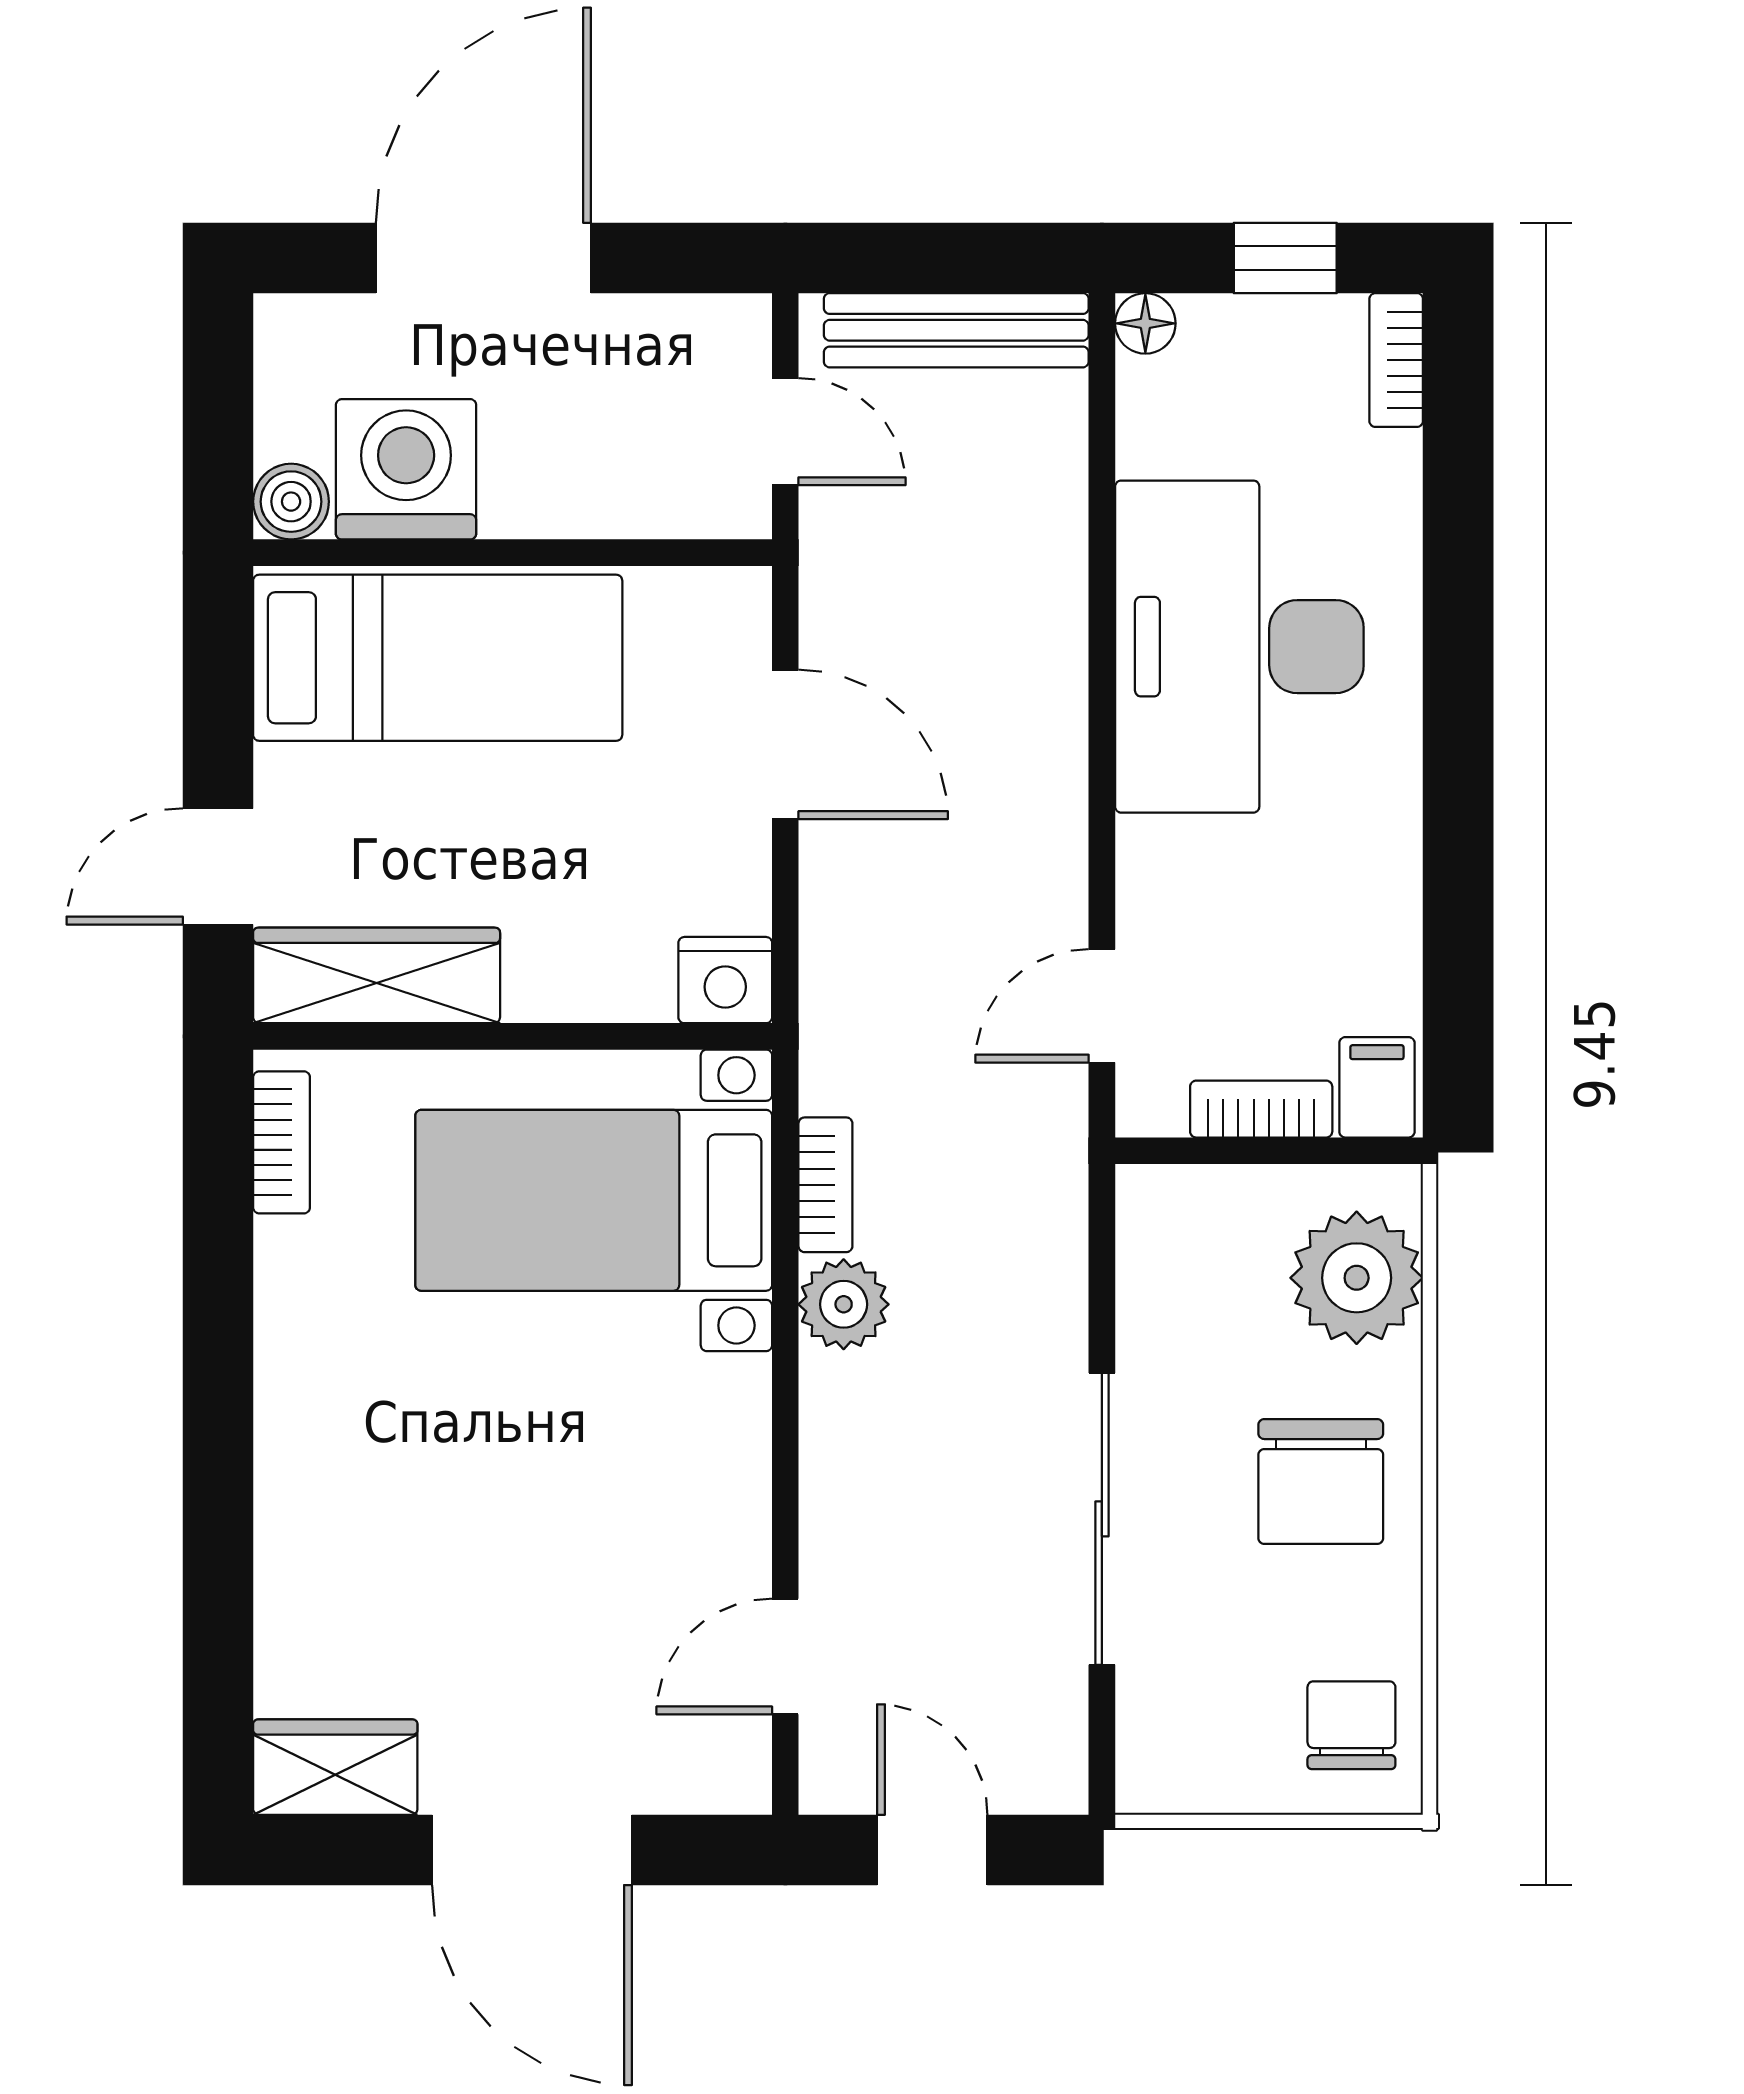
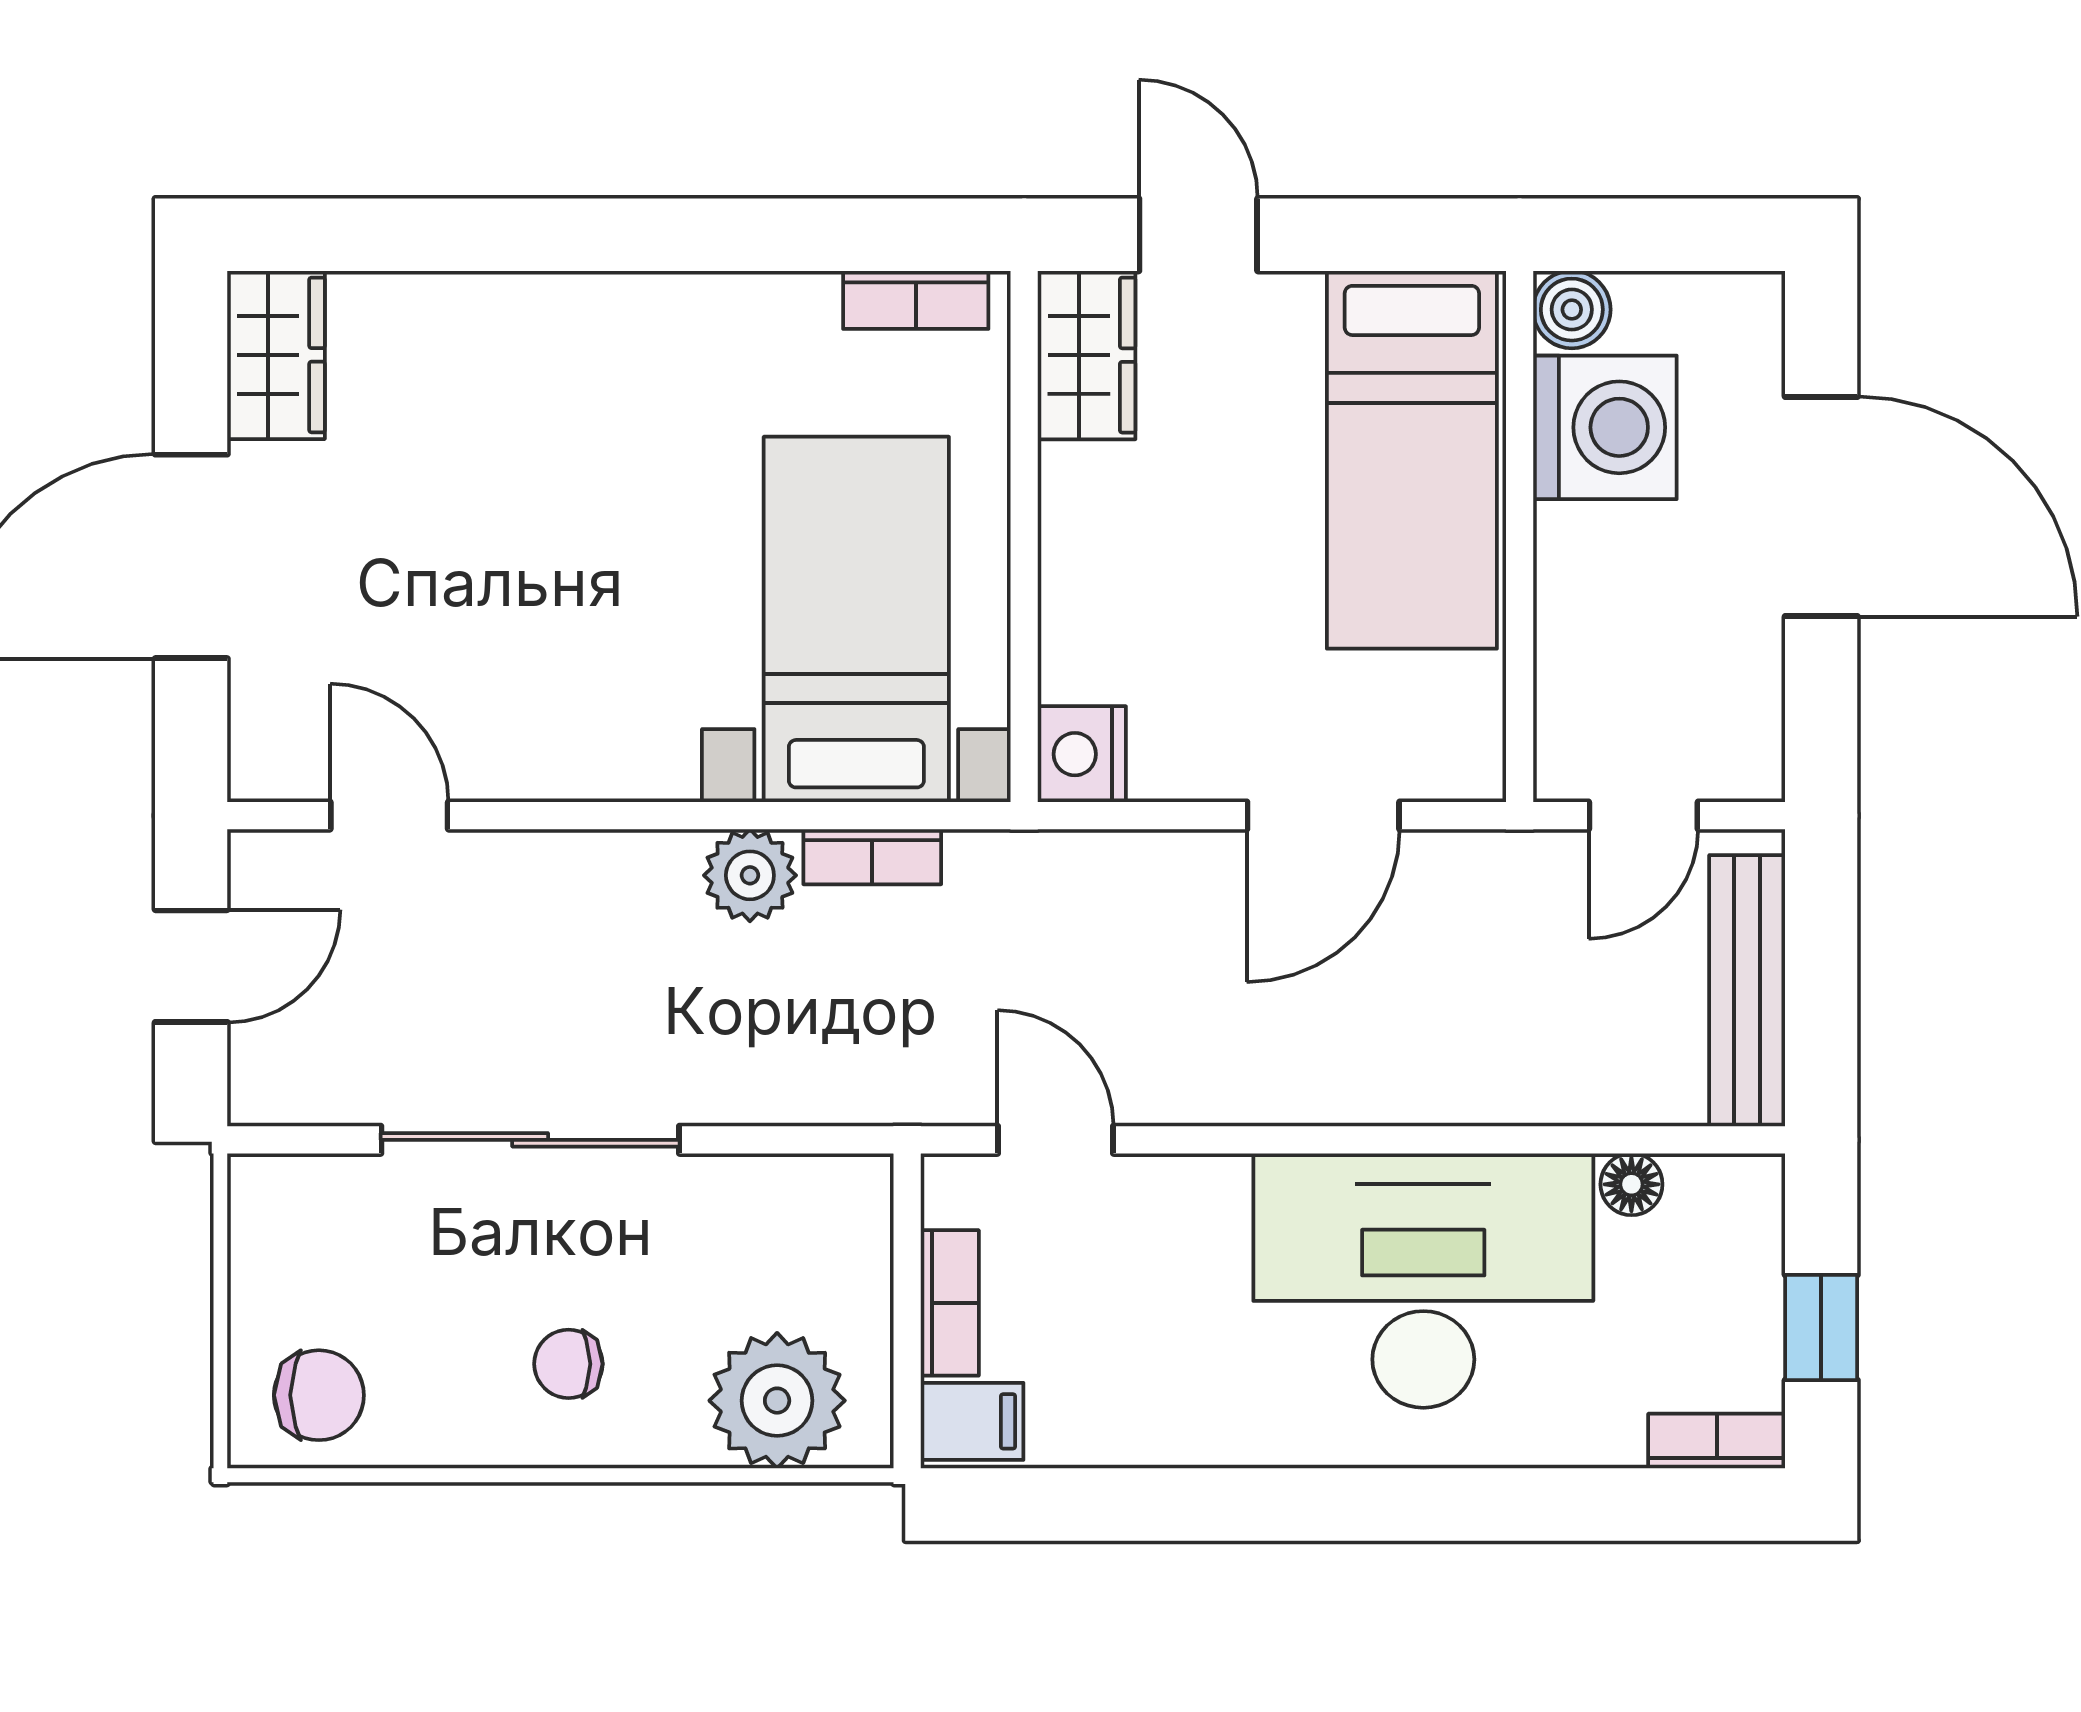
floor lamp: (1145, 323) -> (1631, 1184), moved
wardrobe: (377, 975) -> (1087, 355), width x0.67
chair: (1321, 1482) -> (568, 1364), width x0.54, depth x0.54

